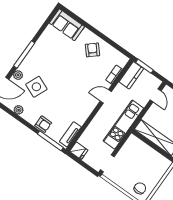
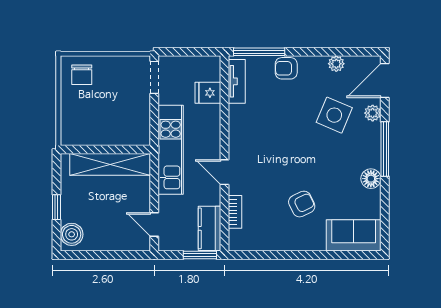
floor lamp: (40, 45) -> (371, 179), added
armchair: (92, 50) -> (302, 204), moved, turned -75
door: (106, 96) -> (225, 172), swing flipped
fridge: (79, 151) -> (208, 93), moved

